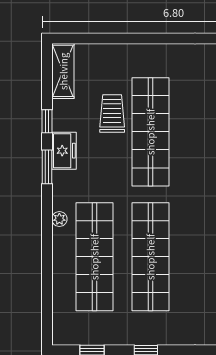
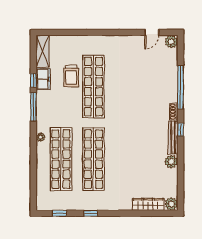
trolley: (112, 113) -> (71, 76), turned 180
freezer: (64, 151) -> (43, 79), moved
window: (47, 167) -> (33, 107), width x1.44

